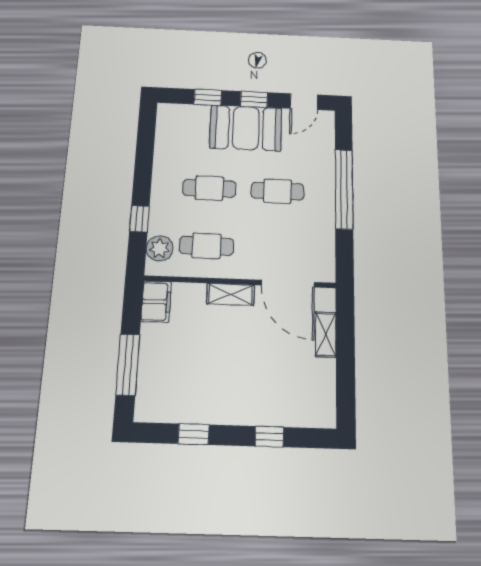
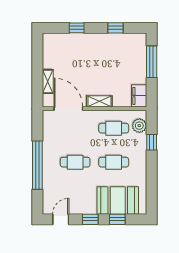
booth: (246, 128) -> (118, 201), moved

